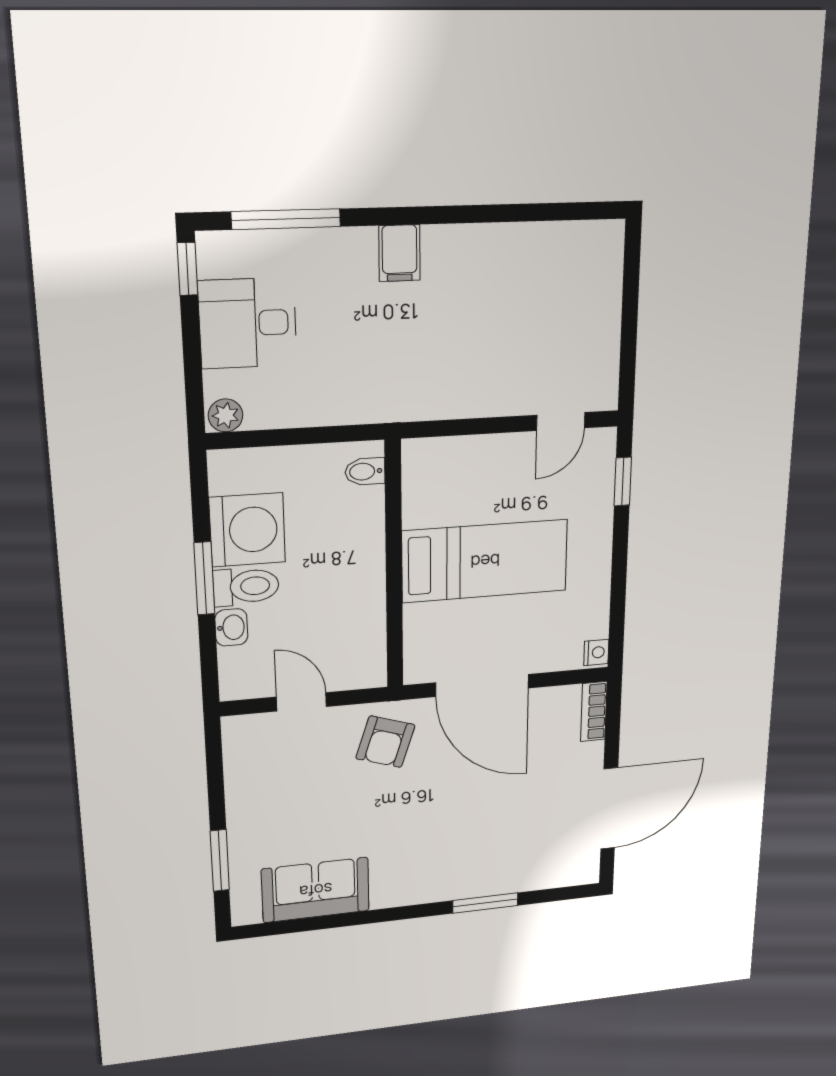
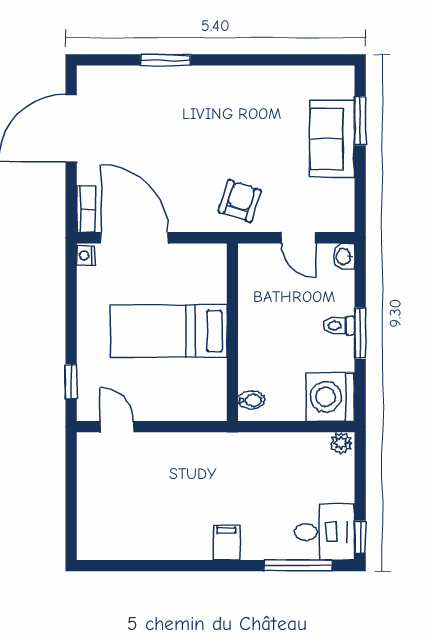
desk: (248, 323) -> (324, 532), moved
door: (561, 422) -> (117, 427), hinge flipped
washing machine: (247, 530) -> (330, 397), moved
toilet: (246, 586) -> (339, 326), width x0.73, depth x0.72
washbasin: (231, 627) -> (344, 256), moved
door: (482, 685) -> (134, 238), moved
sofa: (316, 890) -> (332, 139), moved, turned 90

